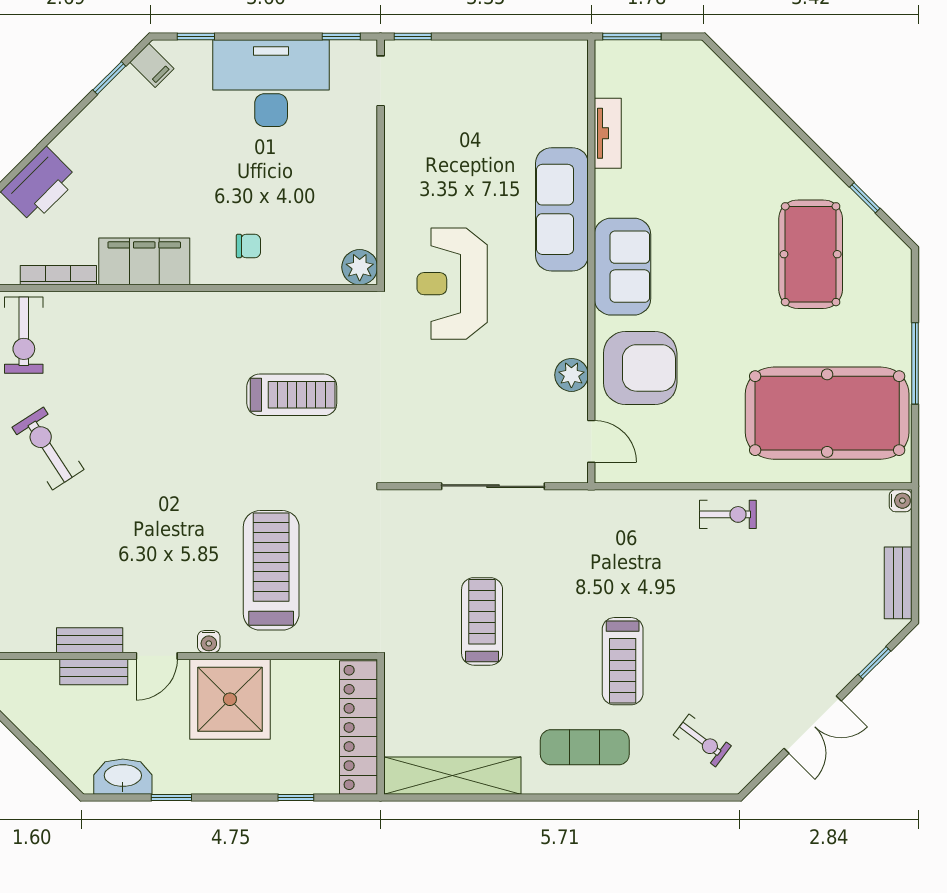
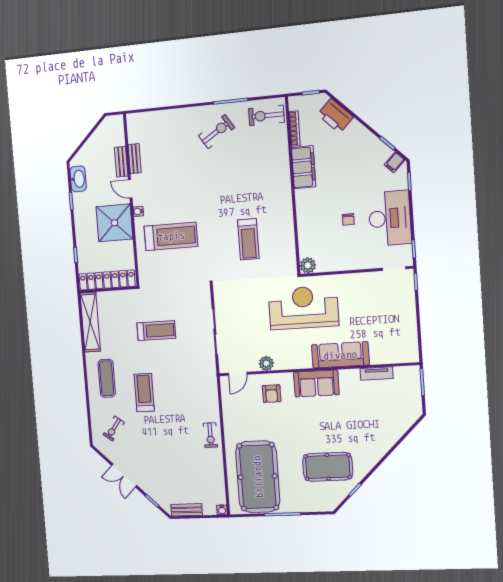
chair: (248, 246) -> (348, 219), moved
reception desk: (452, 284) -> (303, 308), width x1.36, depth x1.30
armchair: (640, 368) -> (272, 394), width x0.53, depth x0.53
treadmill: (623, 661) -> (144, 393), turned 90

